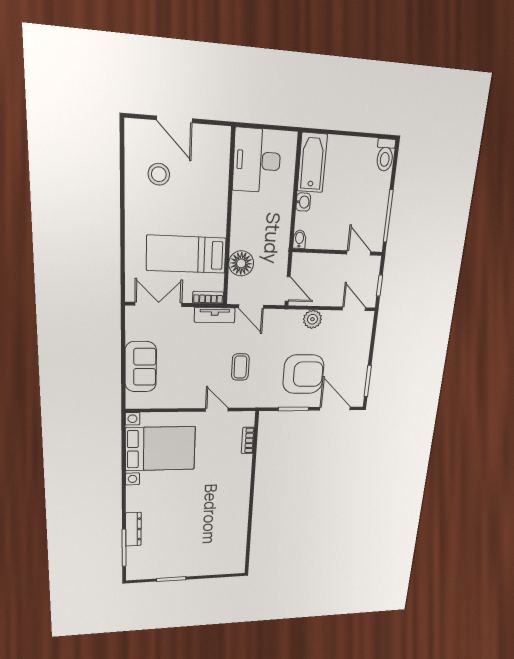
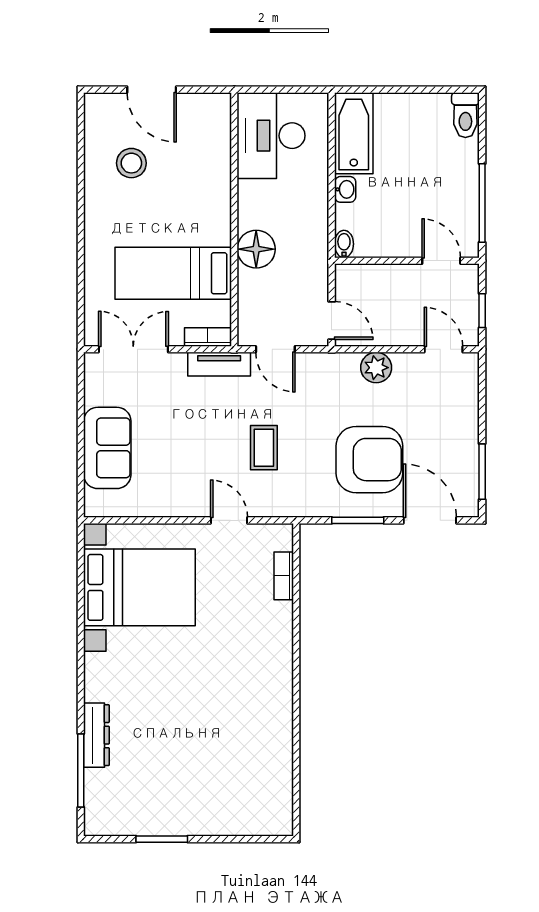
floor lamp: (241, 263) -> (256, 249), moved

